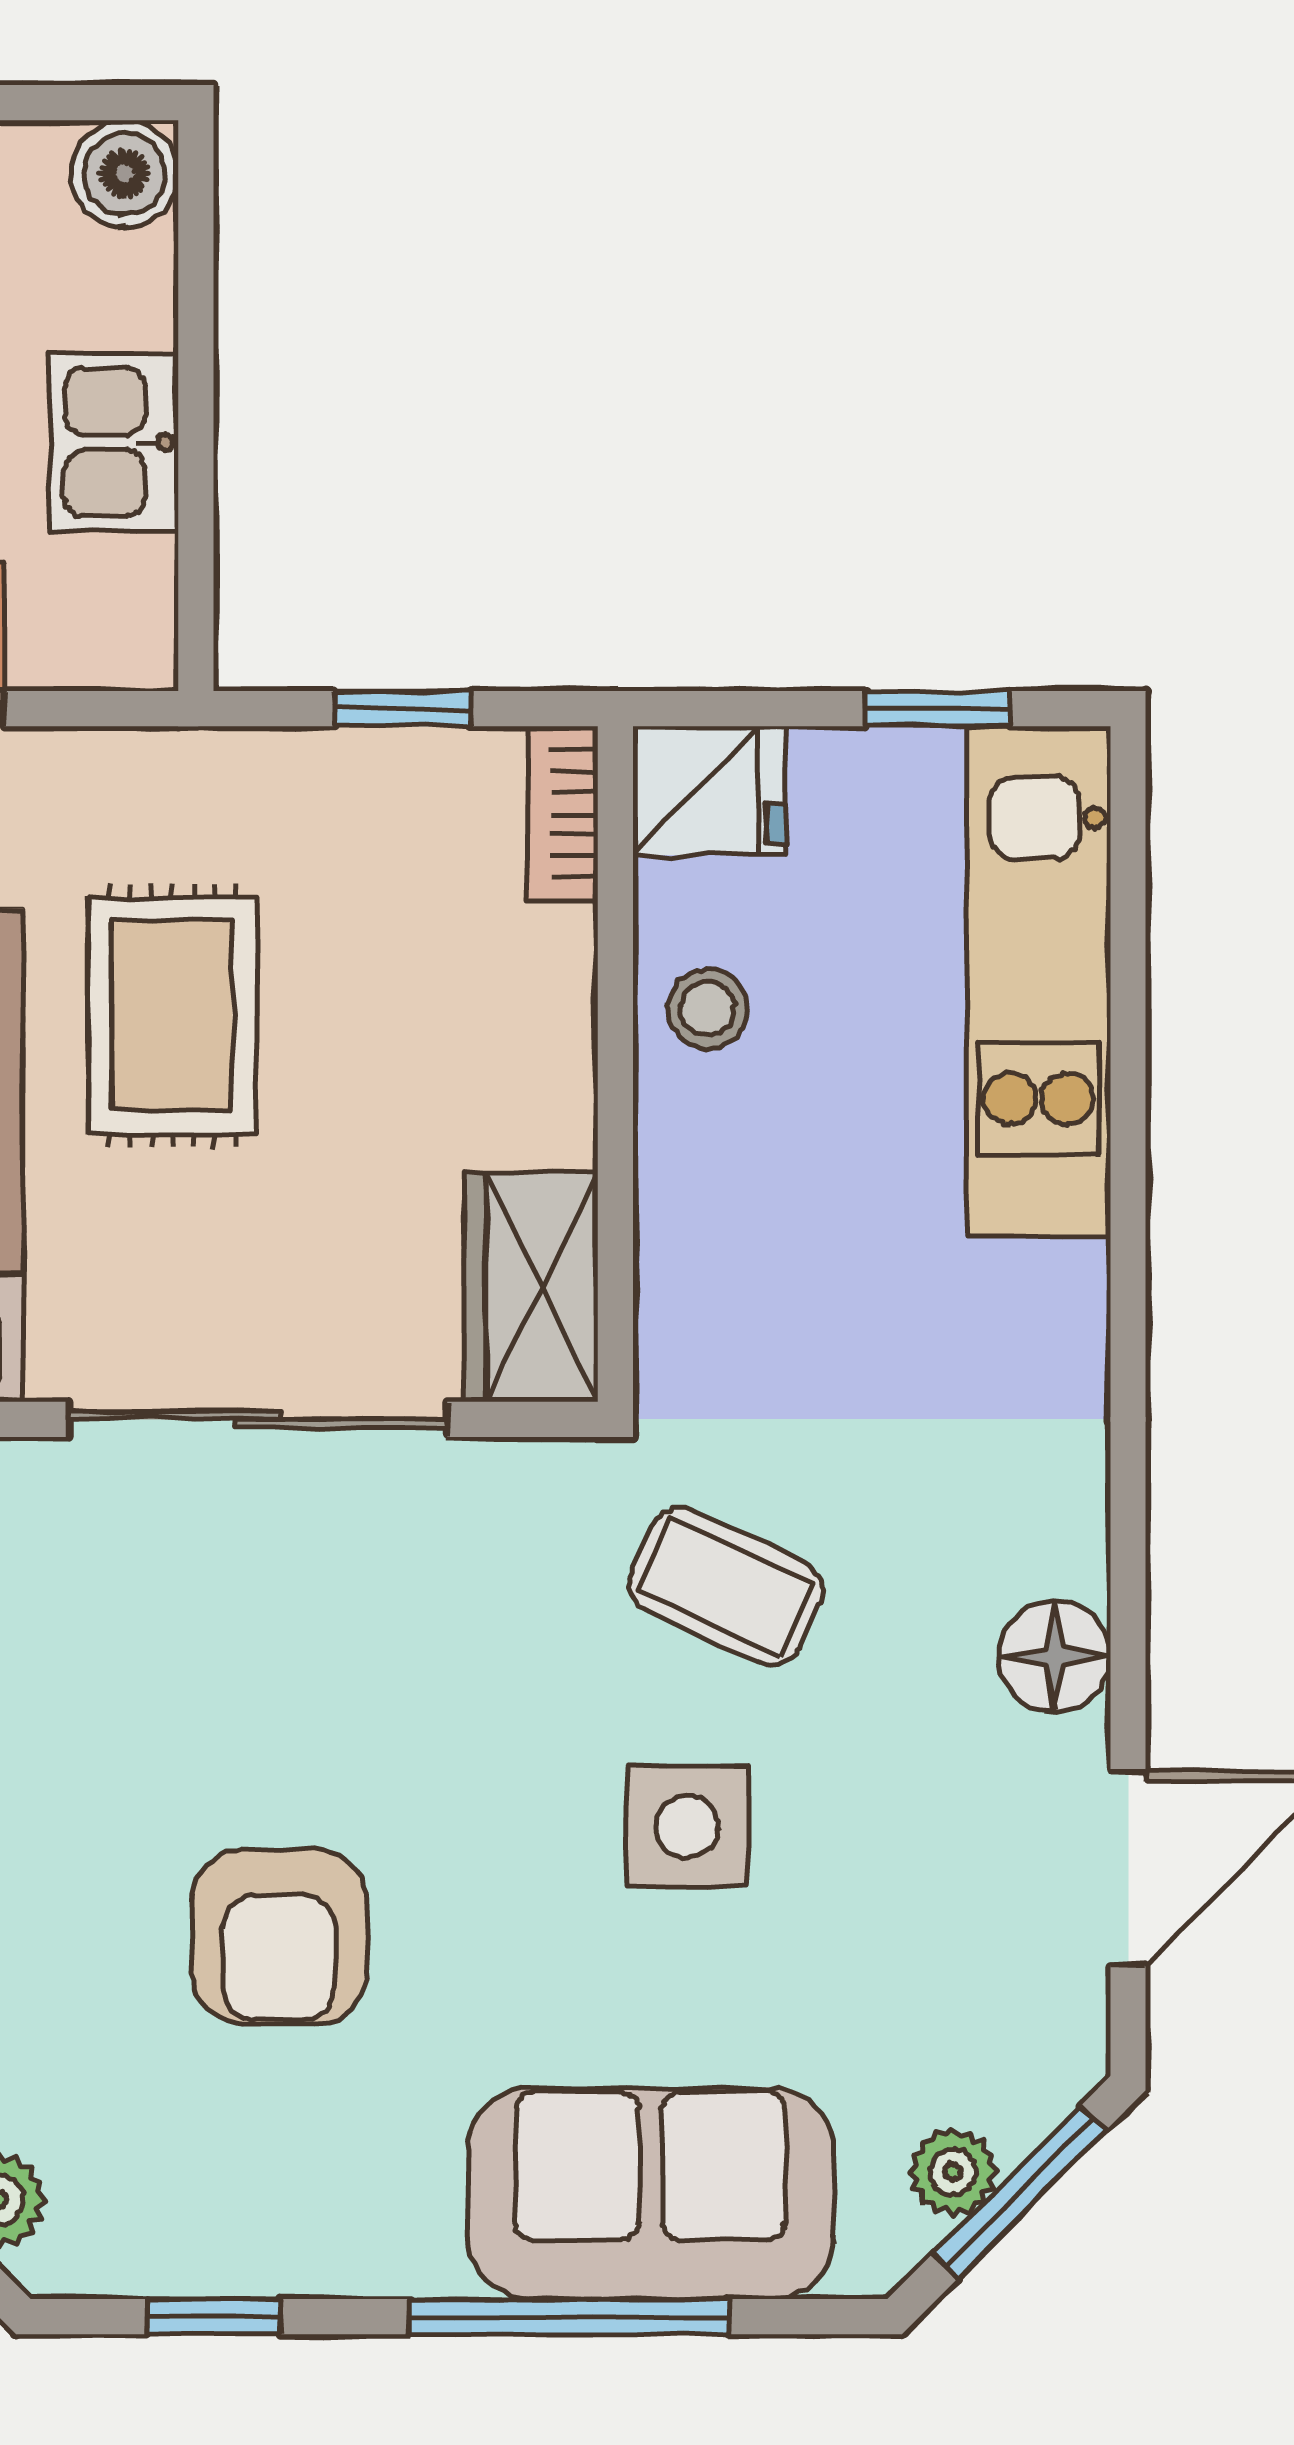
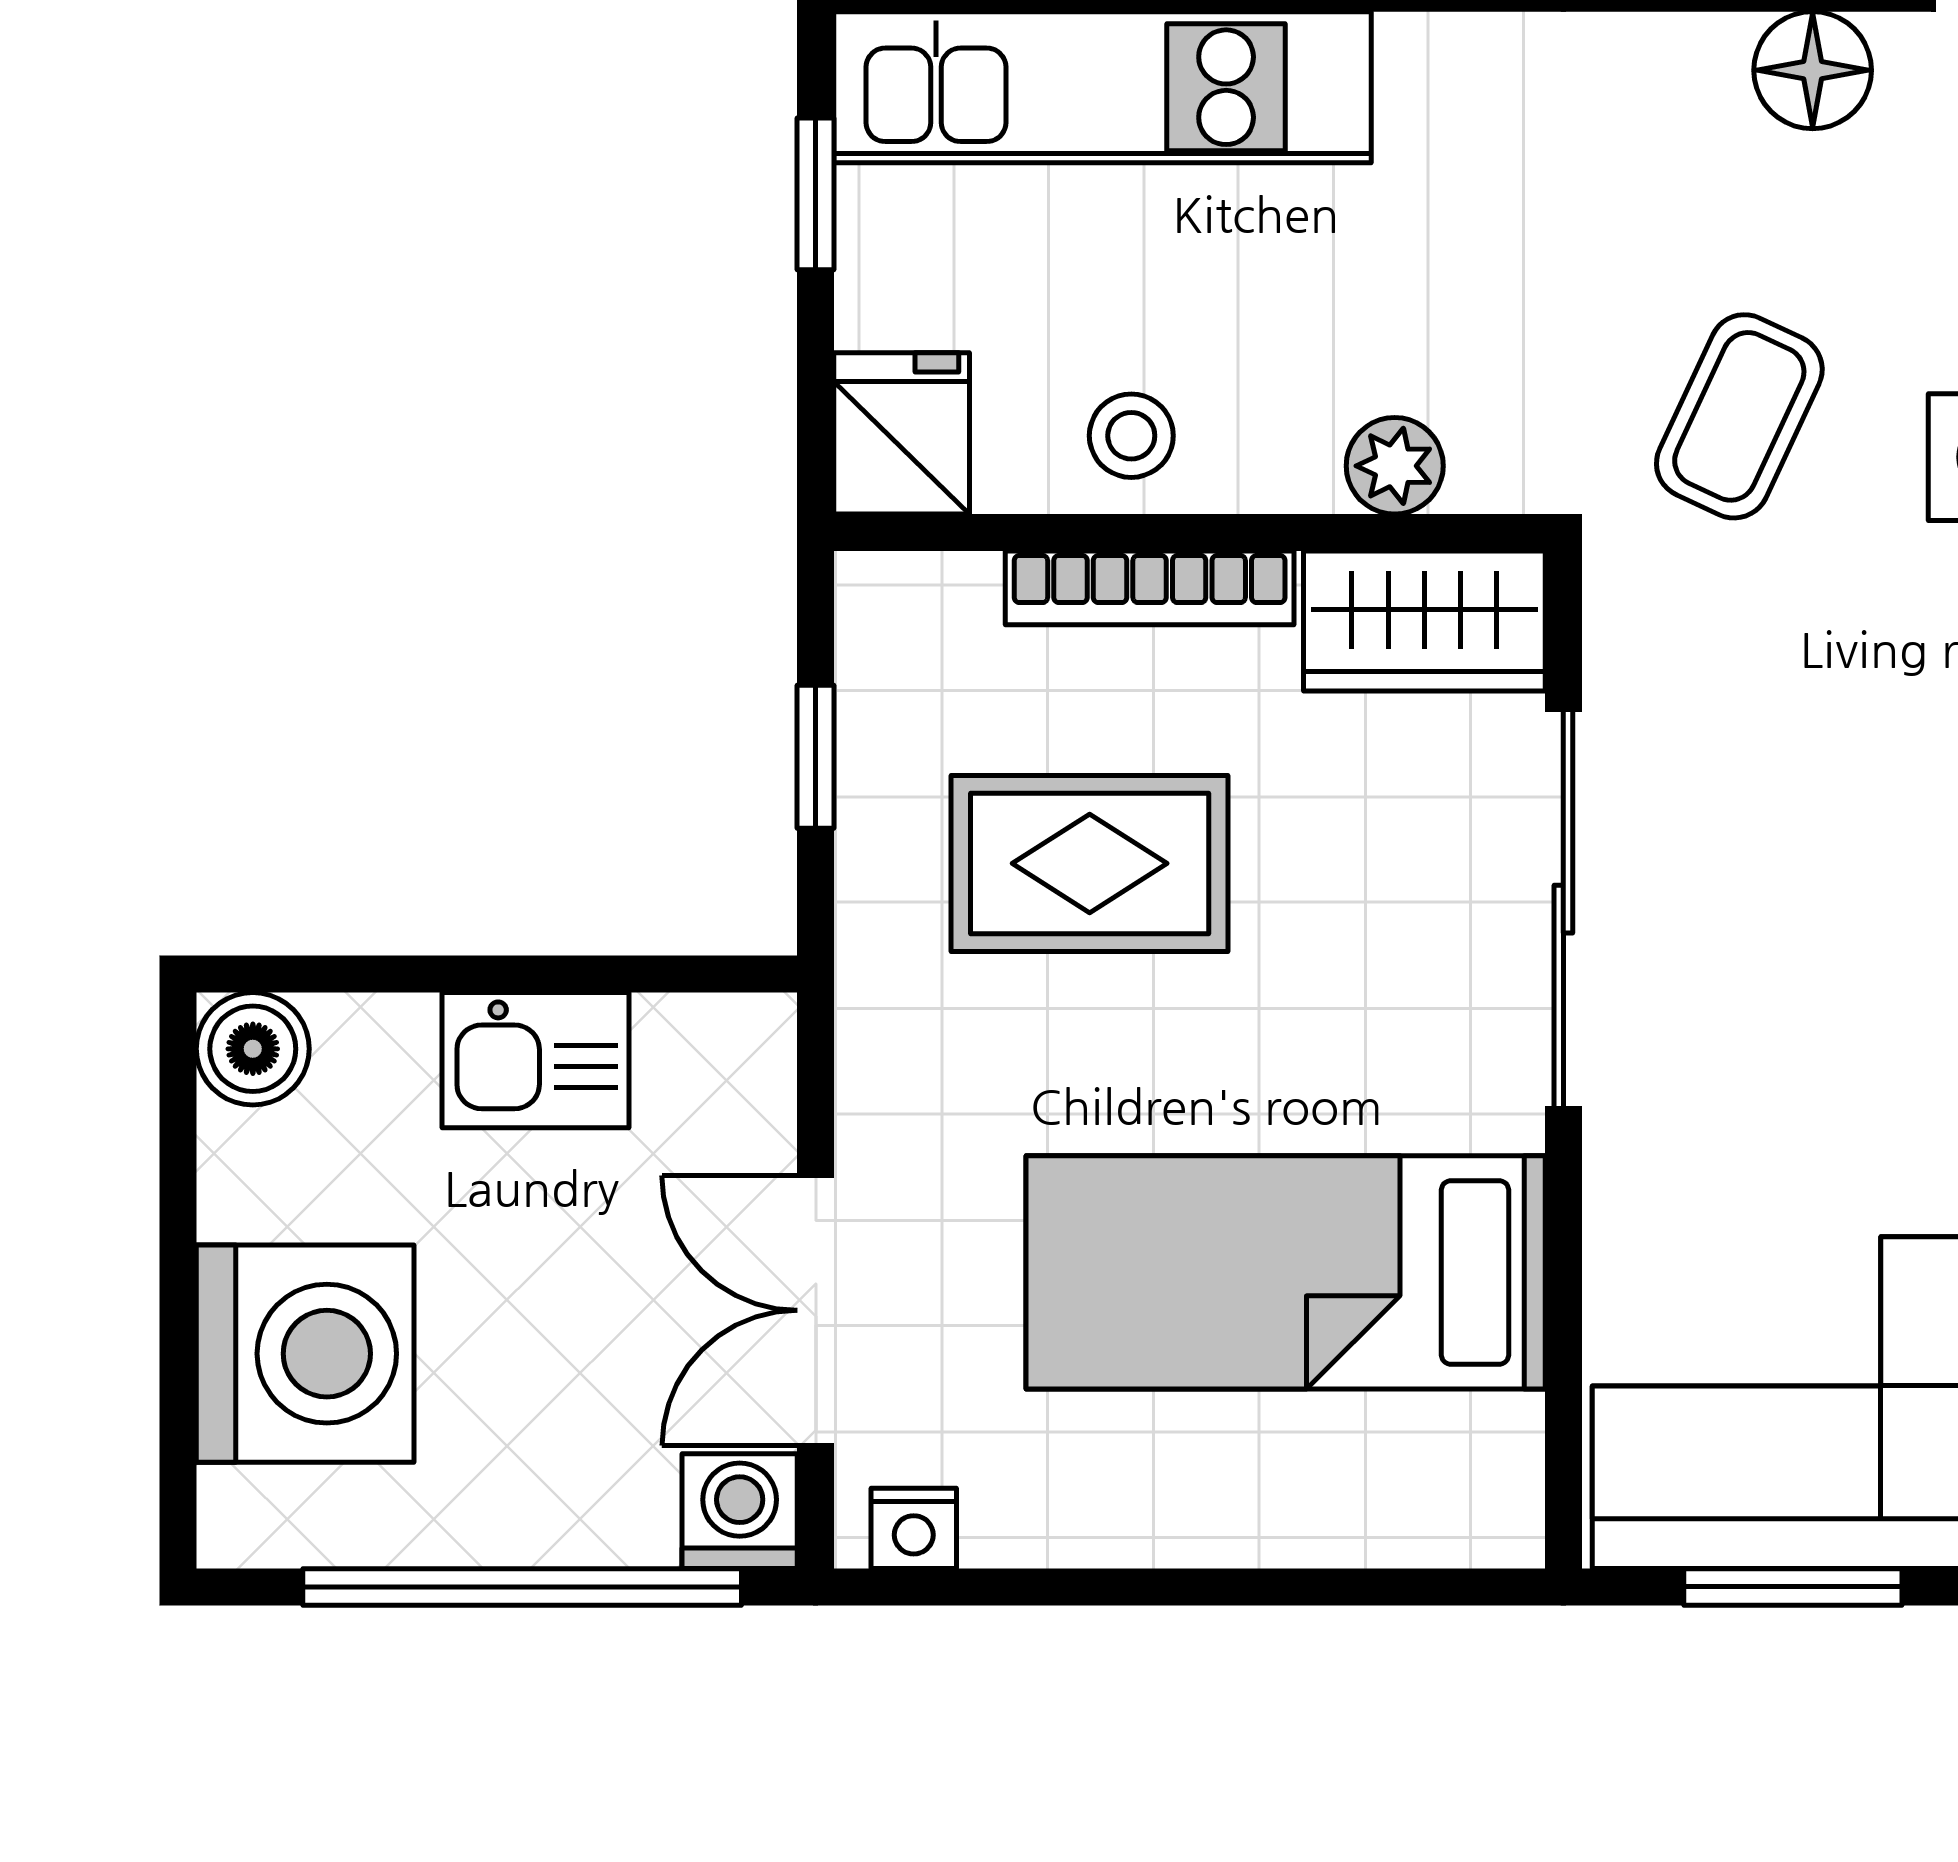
bookcase: (563, 814) -> (1150, 588), moved, width x1.56
rug: (172, 1015) -> (1090, 863), moved
plant: (679, 1259) -> (1395, 466), added

